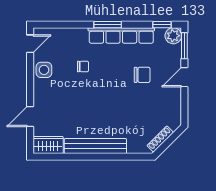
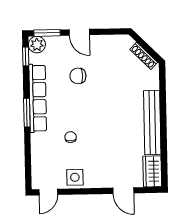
door: (30, 44) -> (48, 192), swing flipped
chair: (142, 75) -> (78, 76), turned -90

